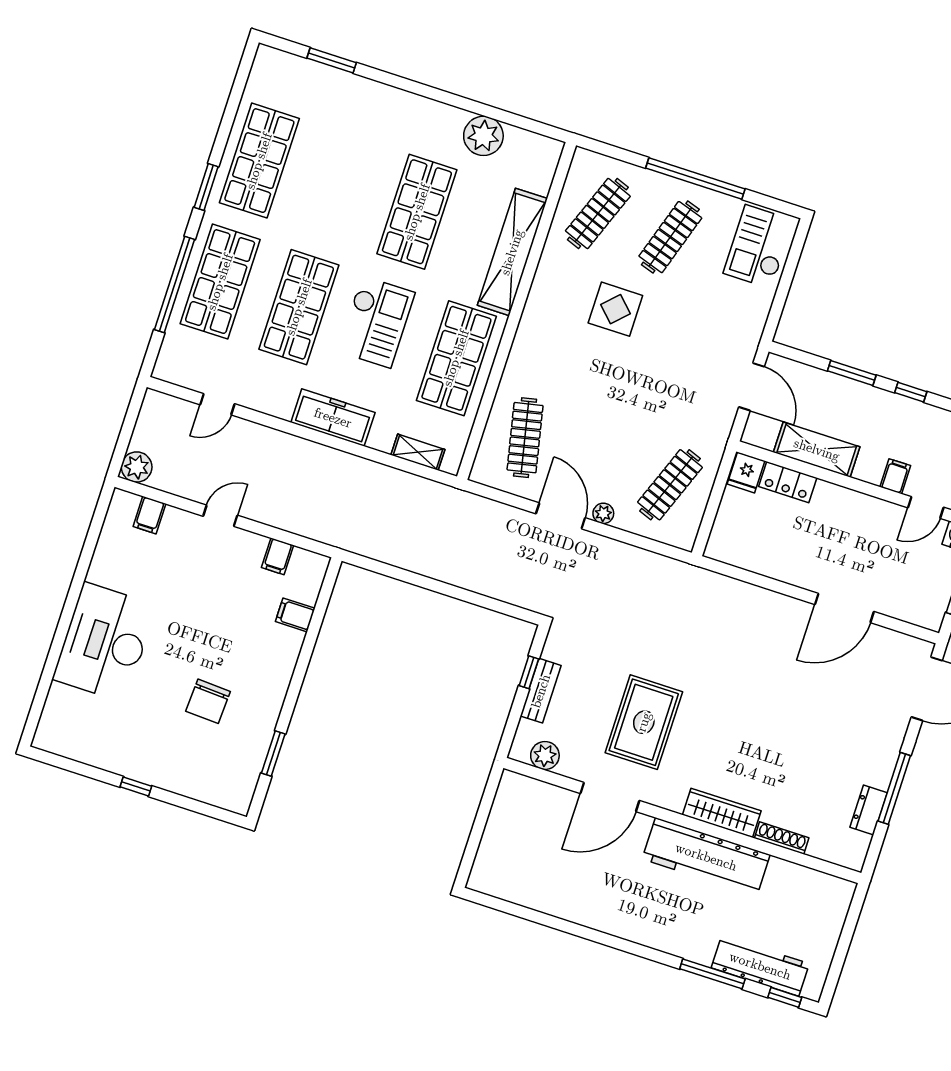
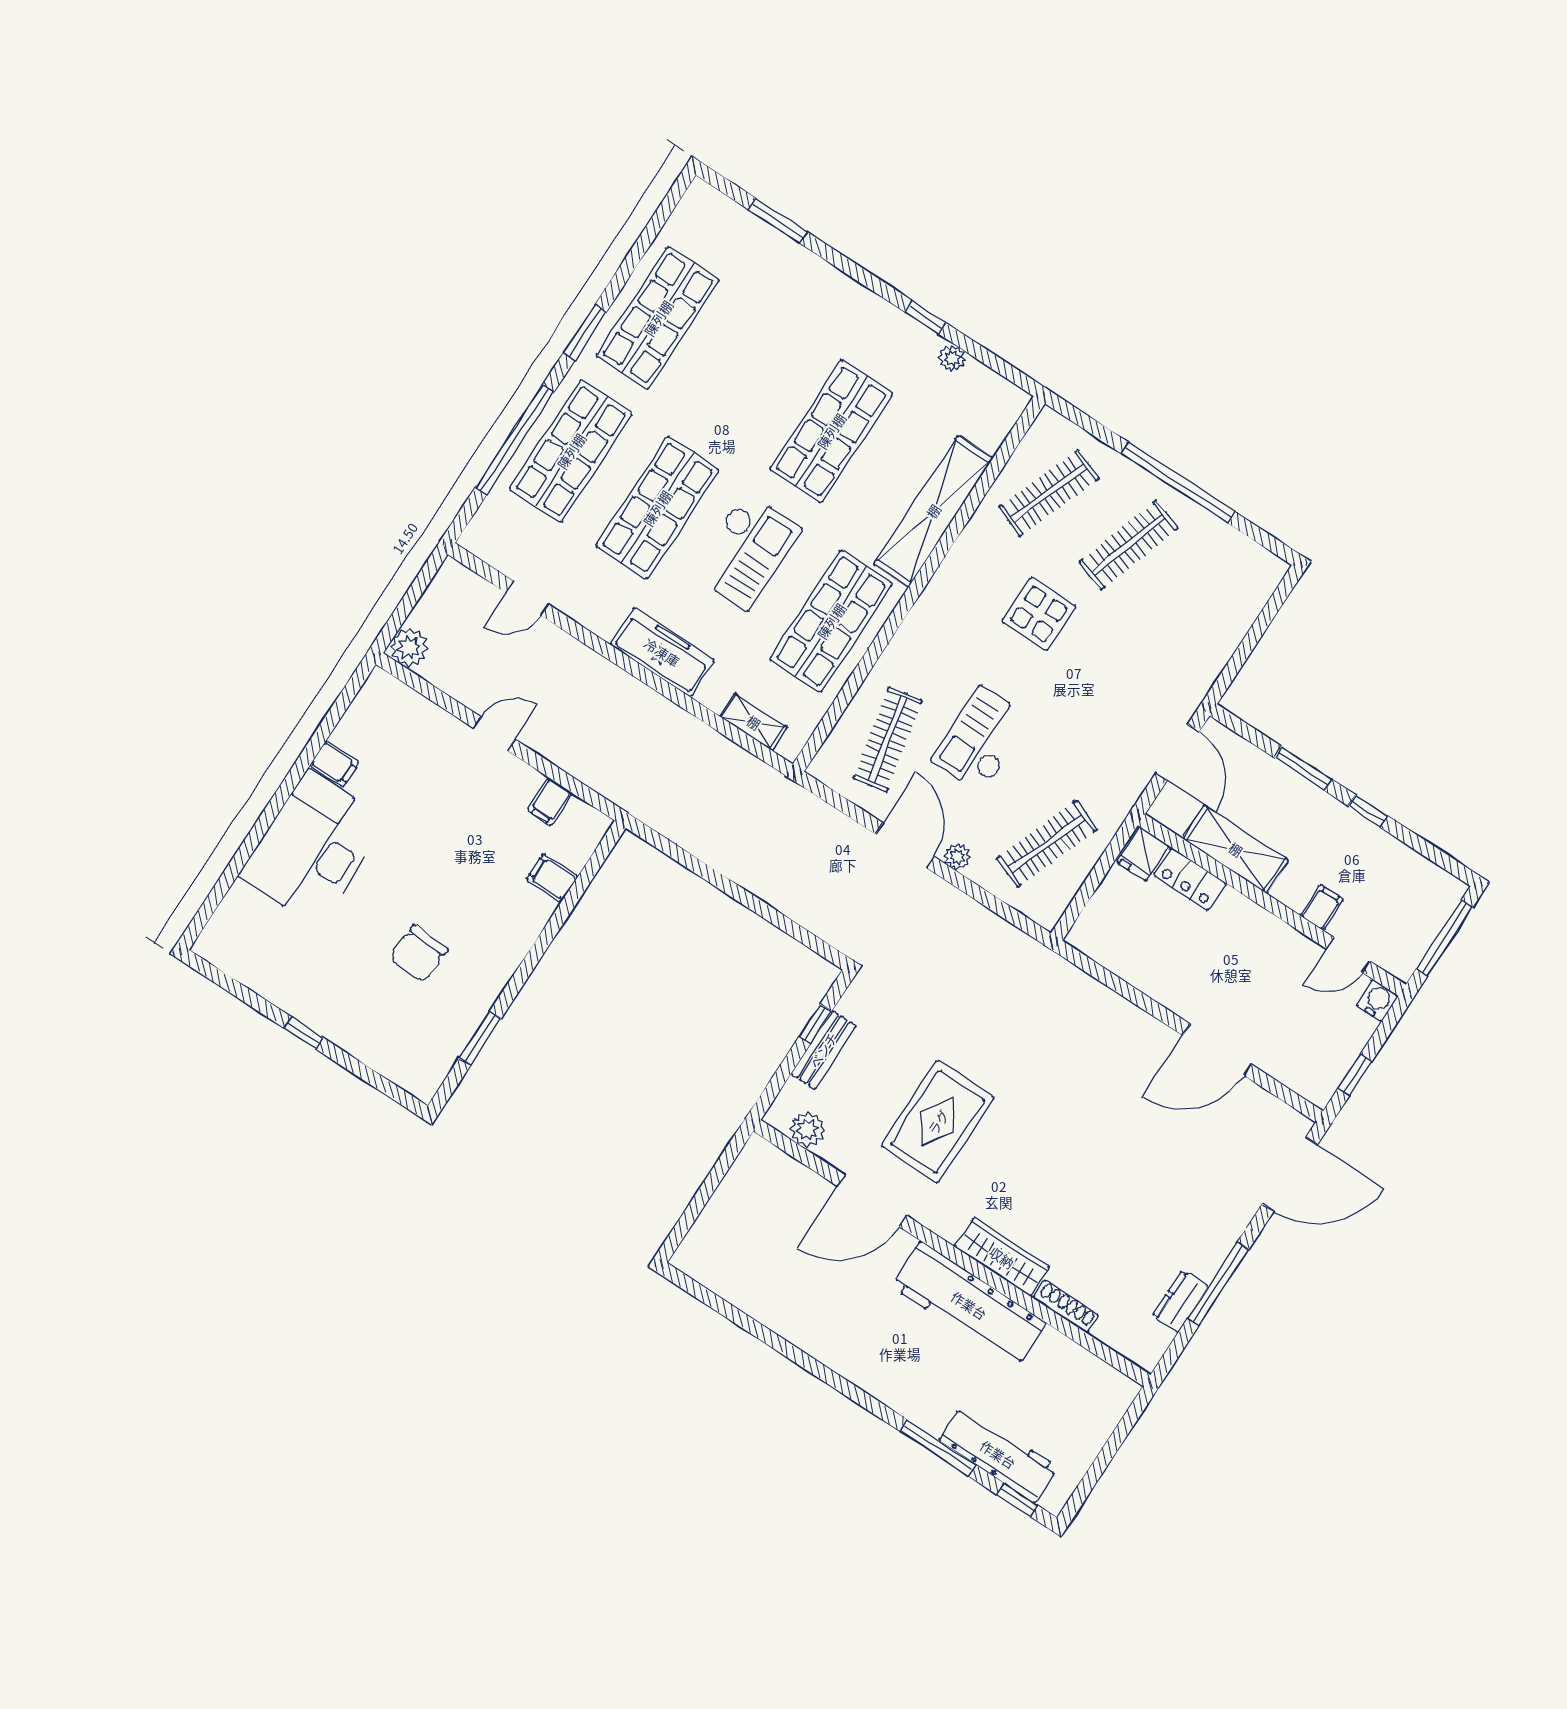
window: (466, 104) -> (926, 317), added
plant: (483, 136) -> (952, 358), width x0.53, depth x0.53
checkout: (759, 247) -> (981, 740), moved
filing cabinet: (149, 515) -> (334, 764), moved, turned -90

